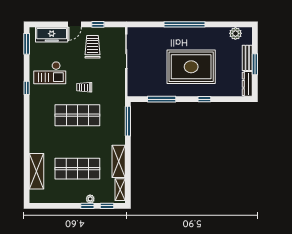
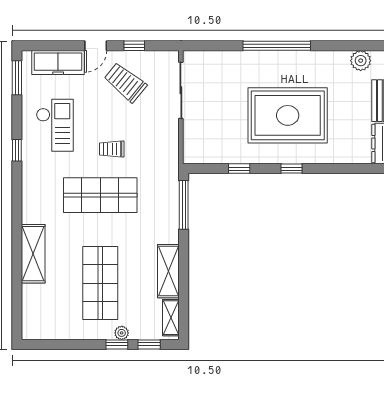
trolley: (92, 47) -> (125, 82), turned -51
checkout: (50, 73) -> (55, 125), turned -90
window: (162, 99) -> (239, 169), width x0.46
window: (204, 99) -> (291, 169), moved
shop shelf: (77, 169) -> (100, 283), turned 90
shelving: (37, 171) -> (33, 254), moved

